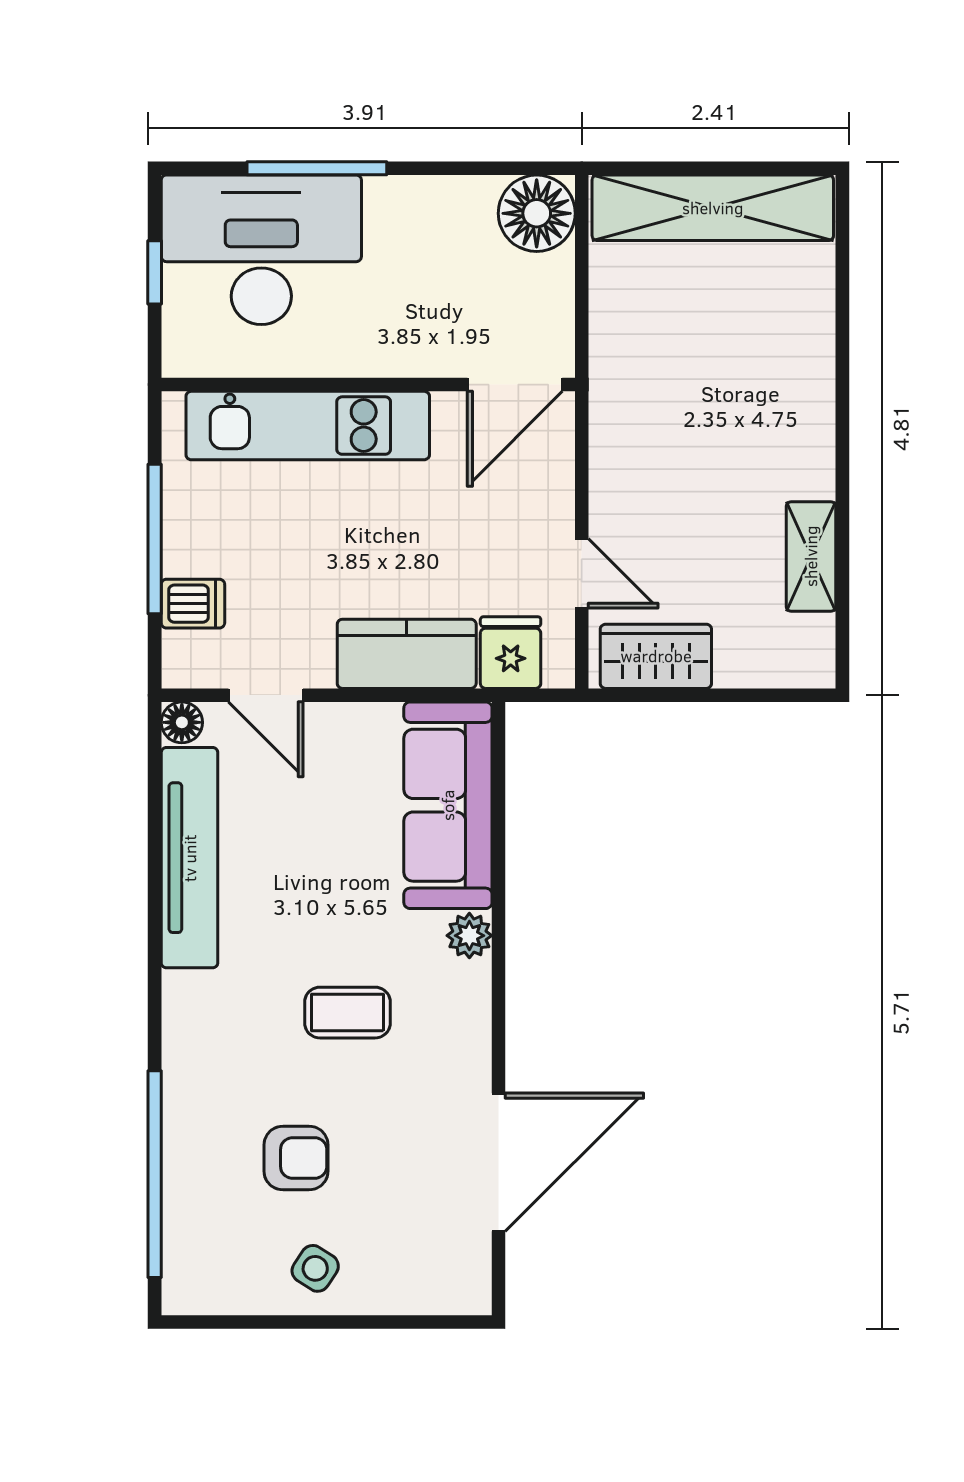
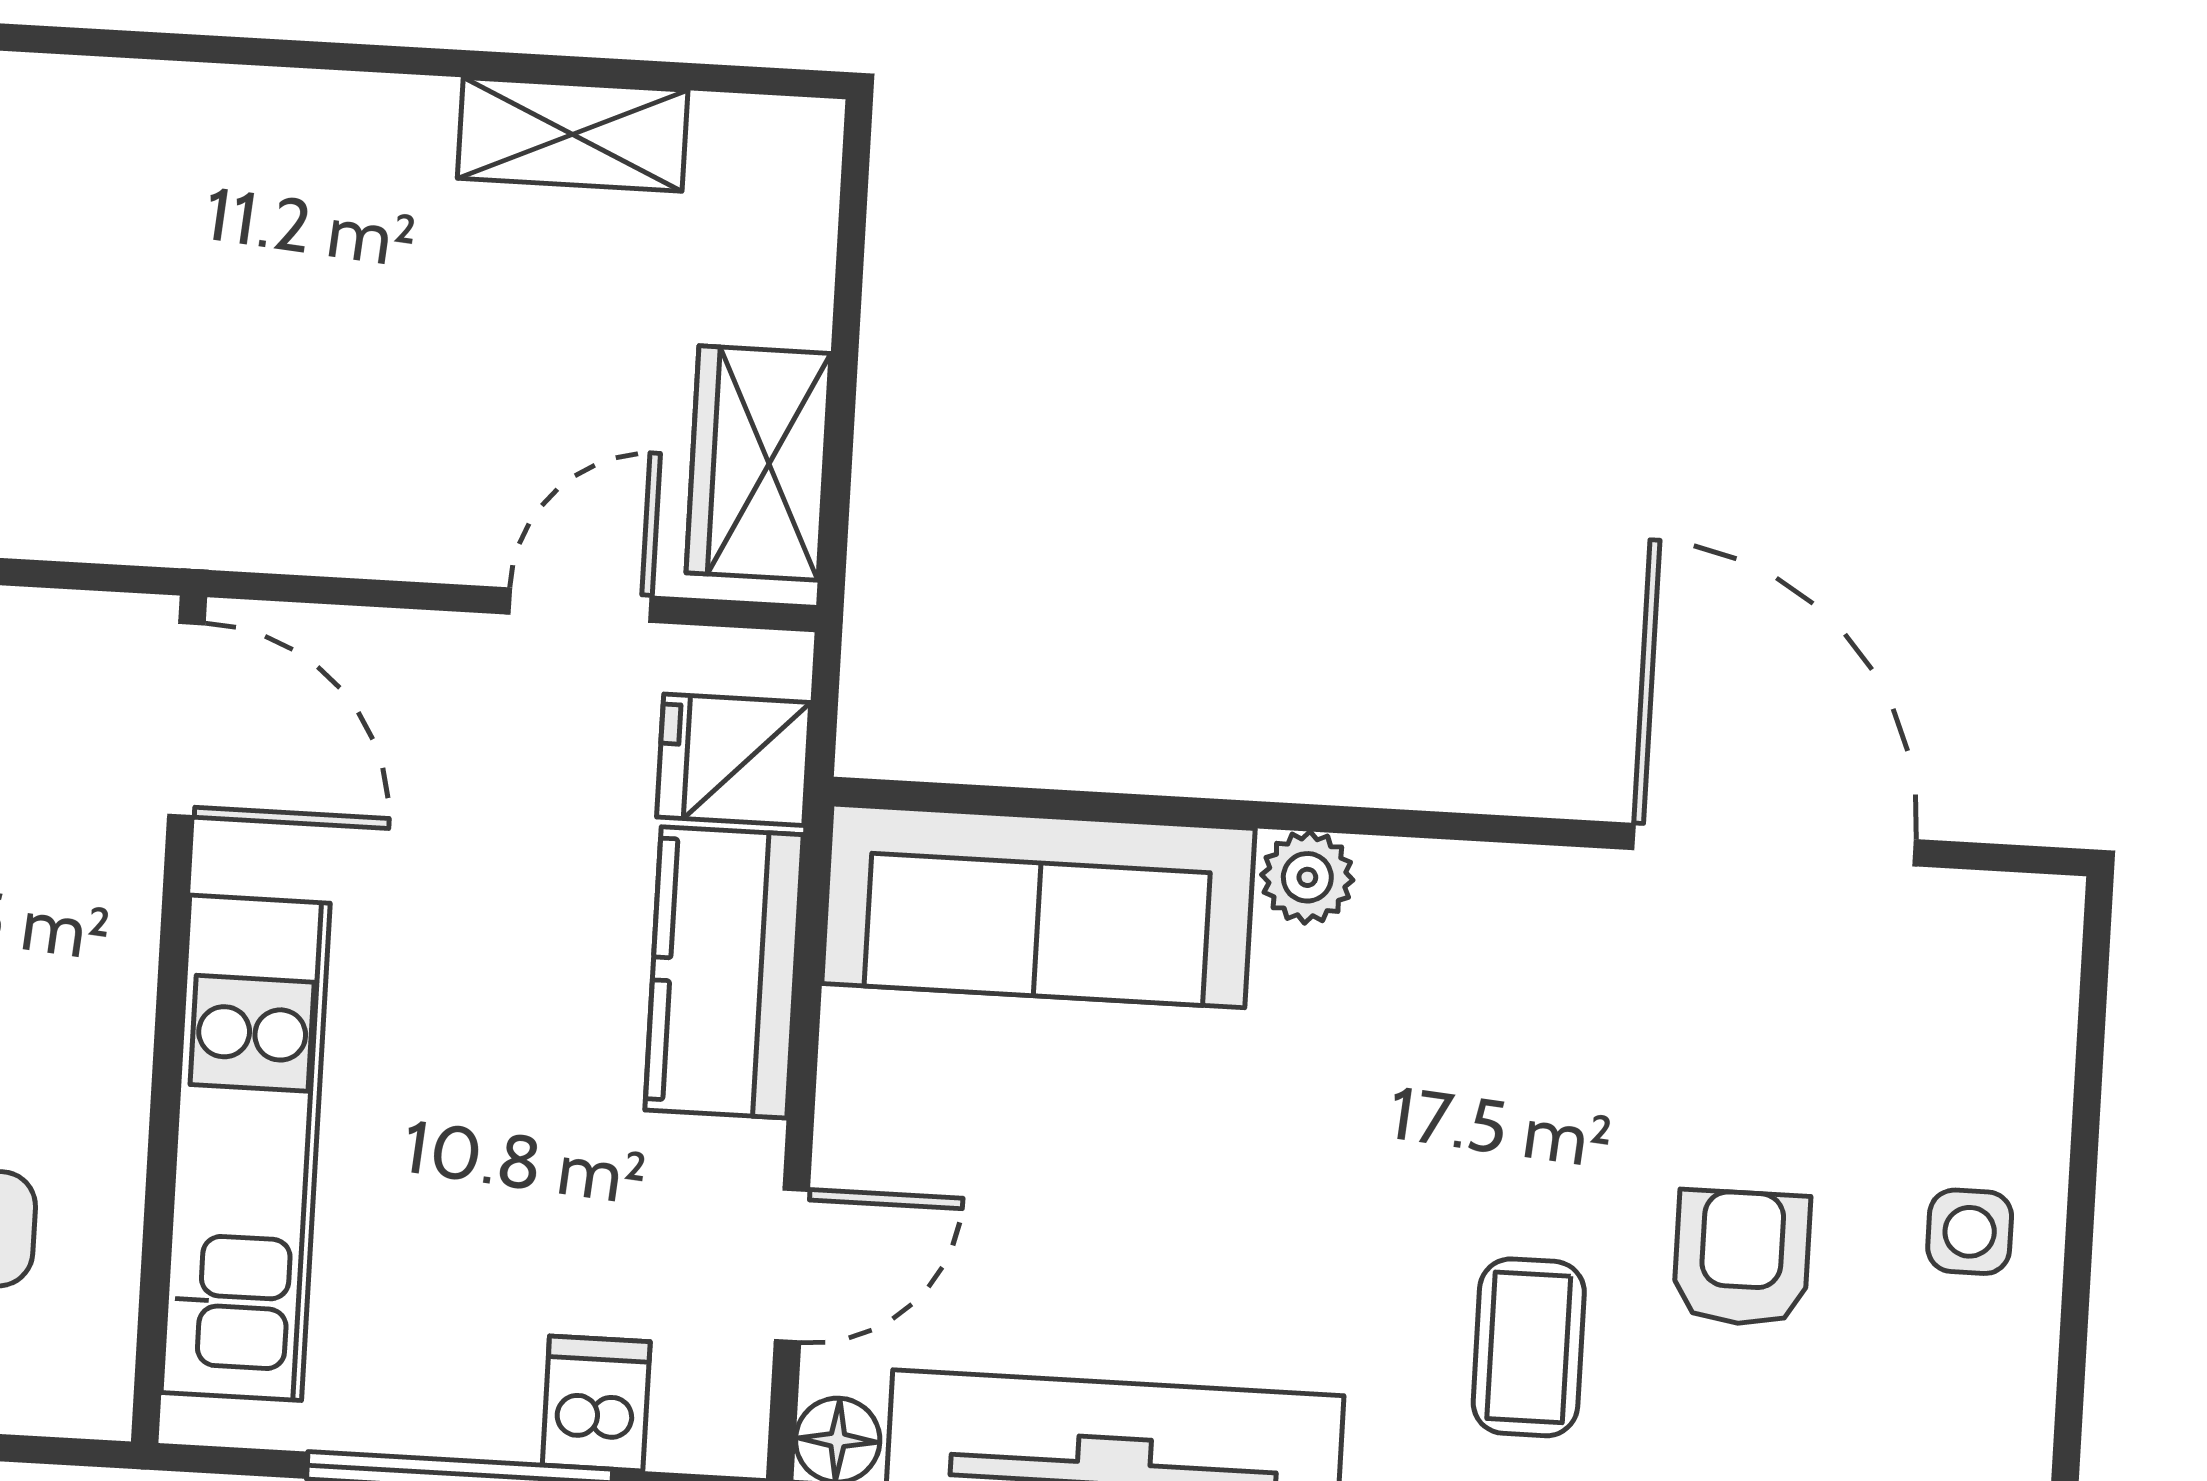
coffee table: (347, 1013) -> (1529, 1347), moved
side table: (315, 1268) -> (1970, 1232), turned -33

